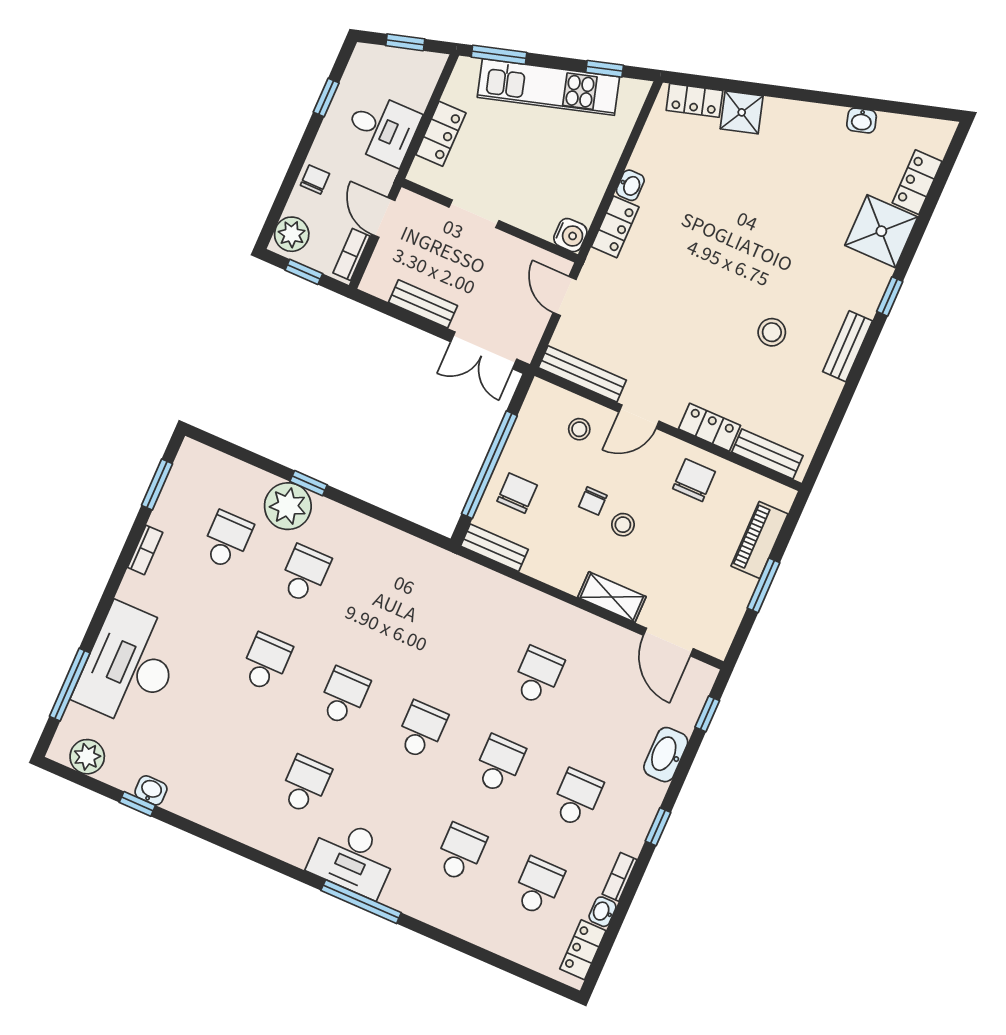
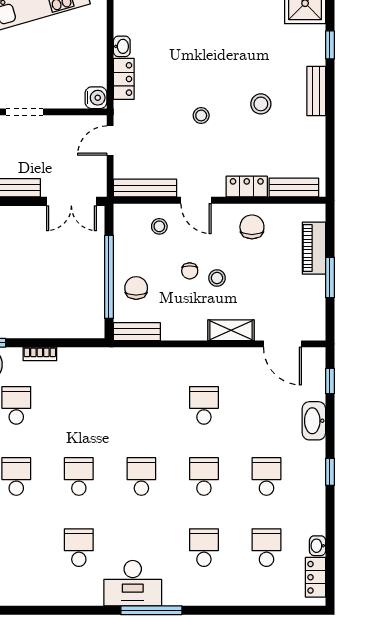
door: (565, 296) -> (110, 141), hinge flipped
stool: (691, 314) -> (201, 115), added
door: (639, 417) -> (196, 200), hinge flipped
bookcase: (620, 877) -> (40, 354), moved, turned -90

